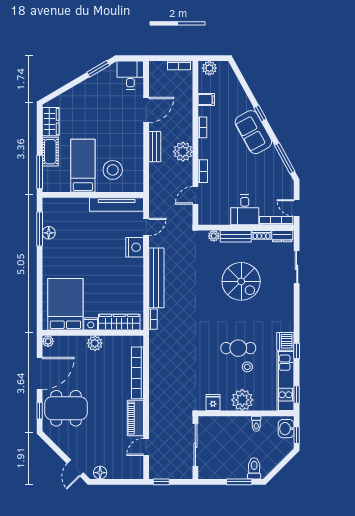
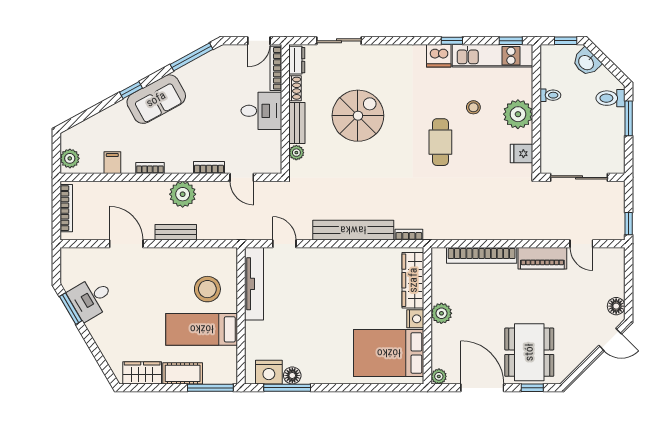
bookcase: (179, 65) -> (66, 208), width x1.56
desk: (130, 75) -> (91, 298), moved, turned -30
nightstand: (135, 247) -> (269, 372), moved, turned 180
cafe table: (238, 348) -> (440, 142), moved
washbasin: (286, 429) -> (586, 62), moved, turned 45

